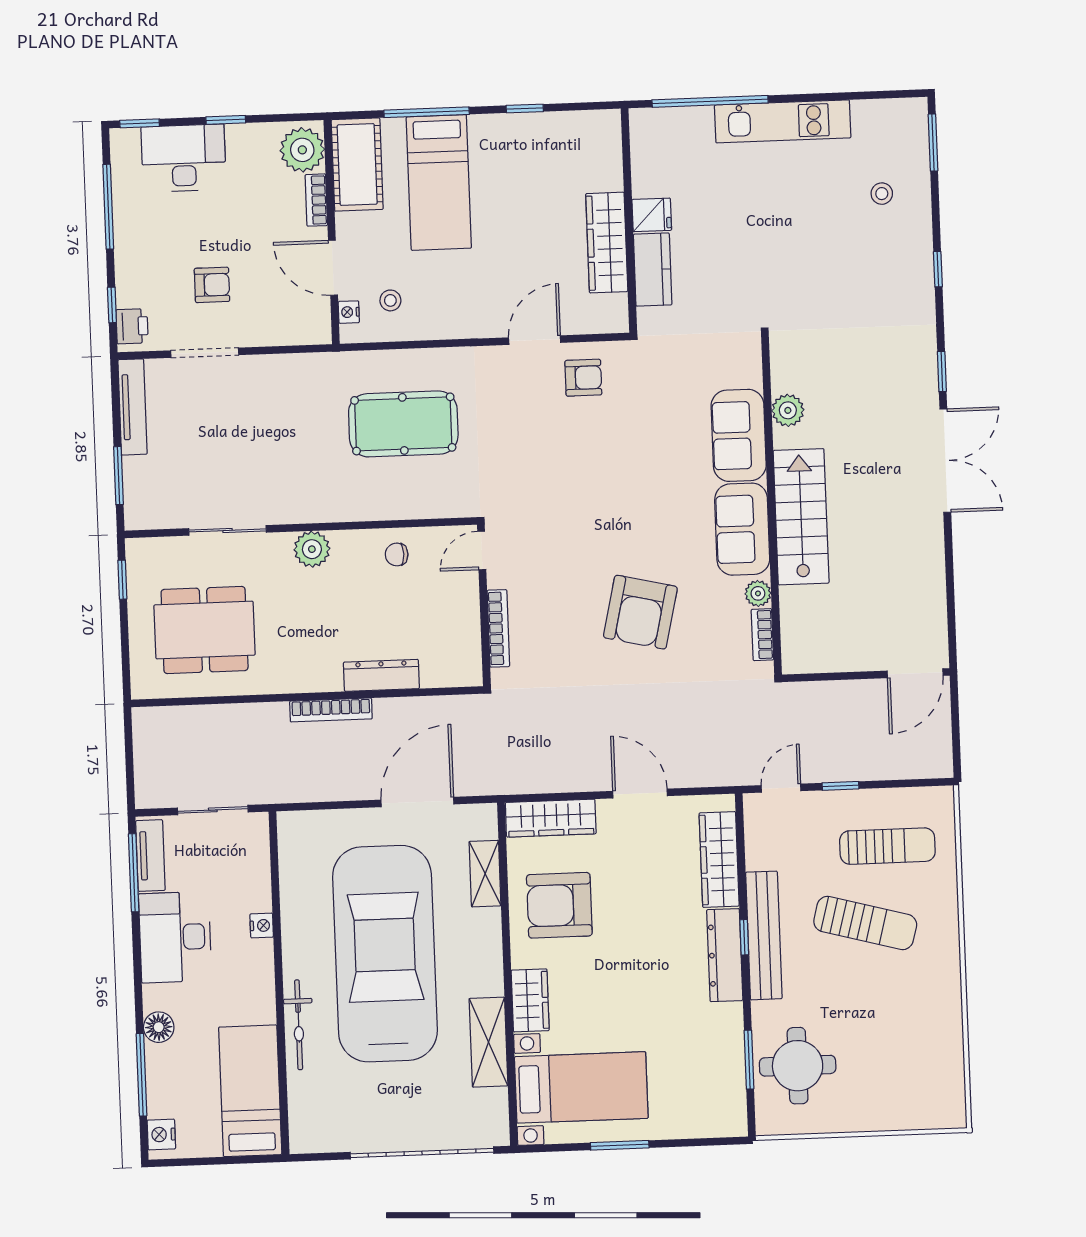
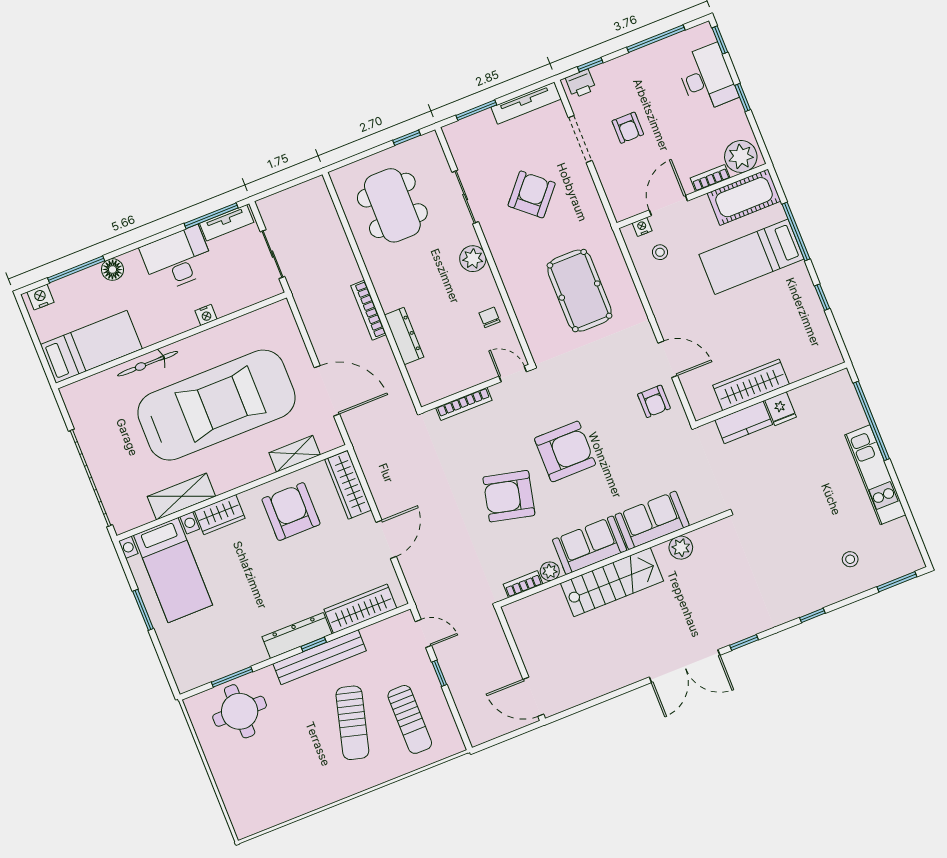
armchair: (255, 442) -> (532, 194), added
armchair: (608, 518) -> (565, 451), added

